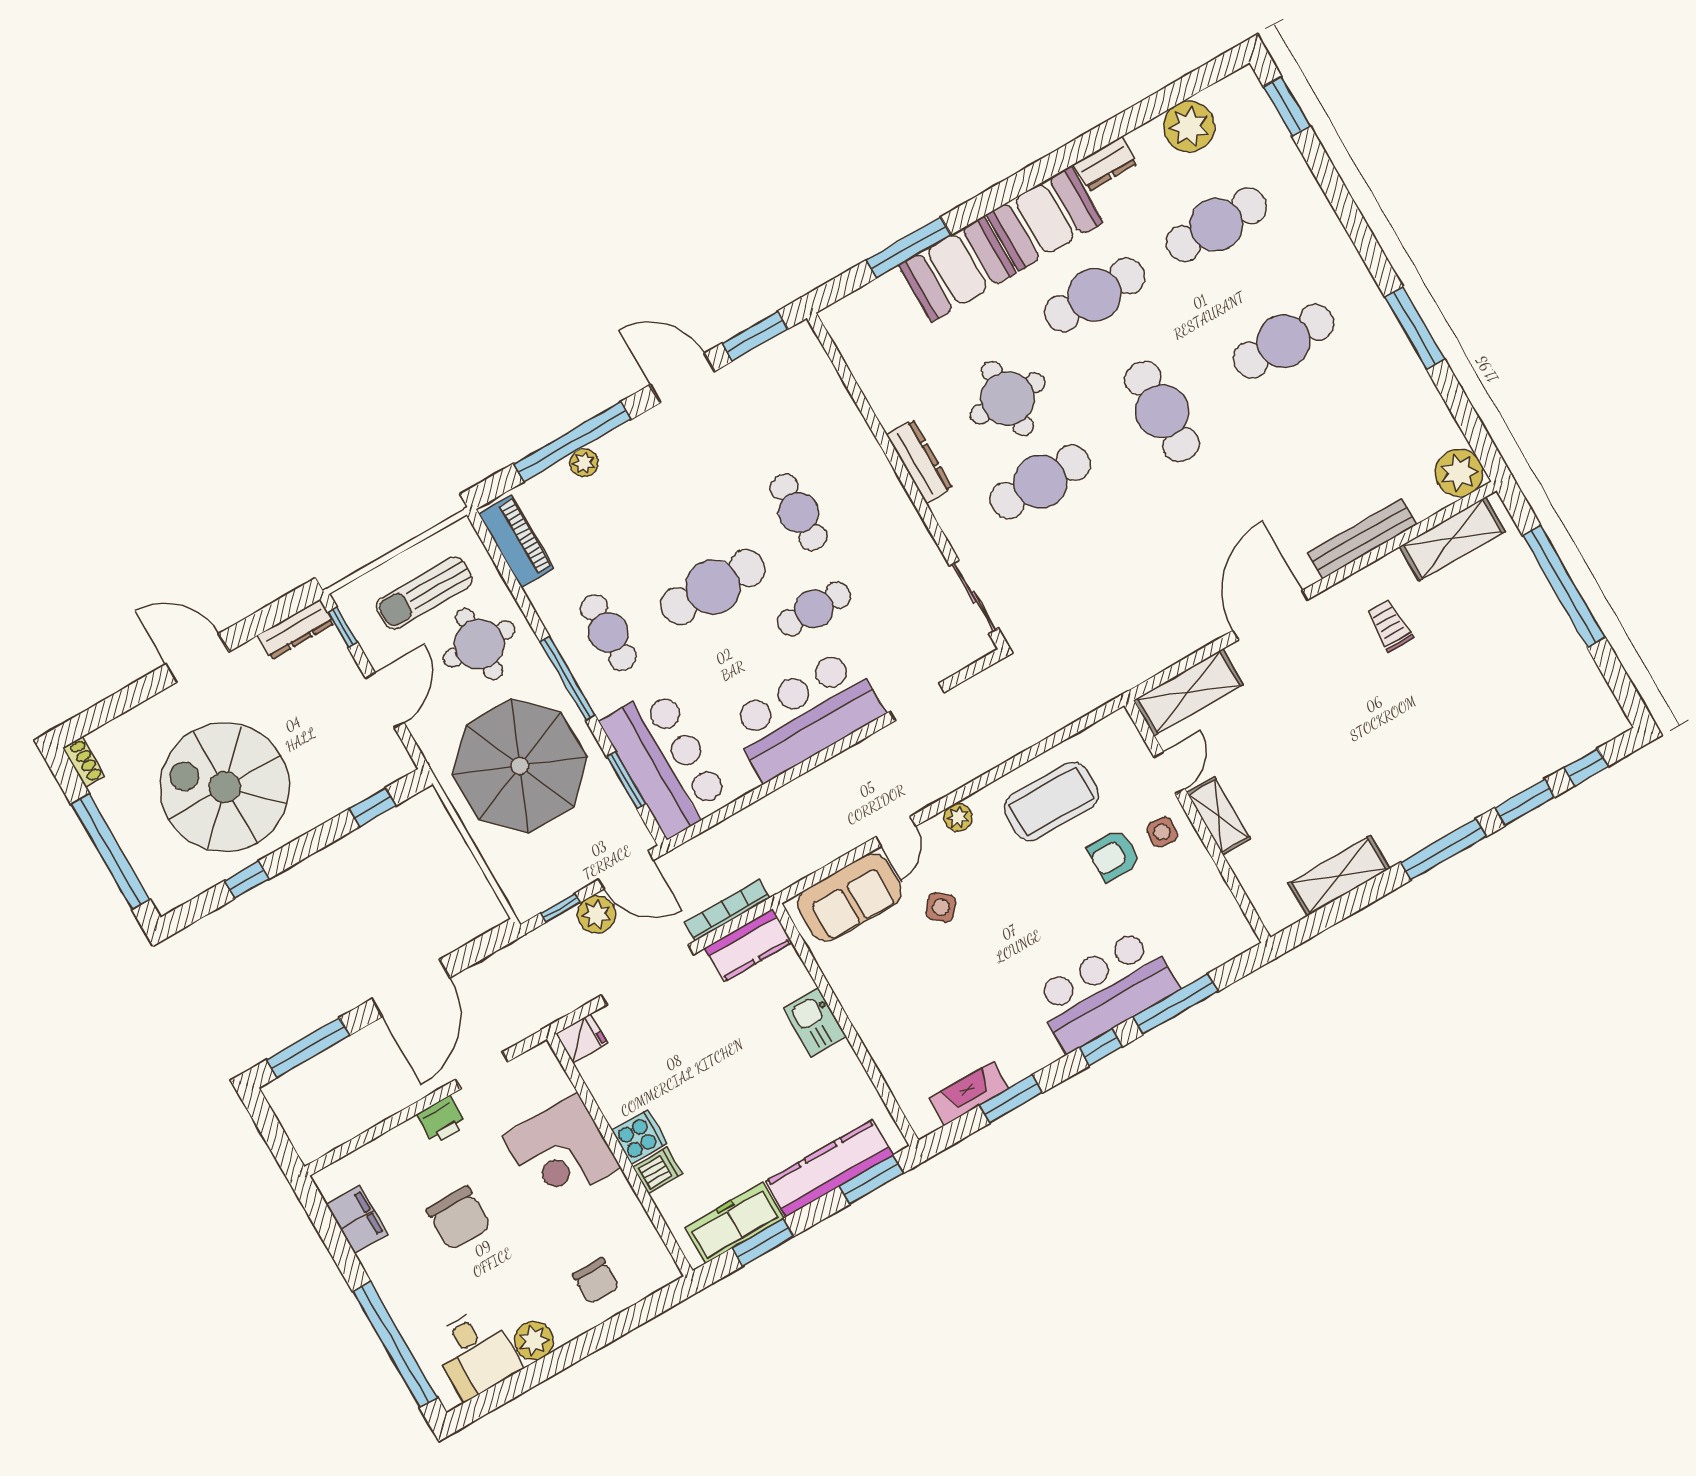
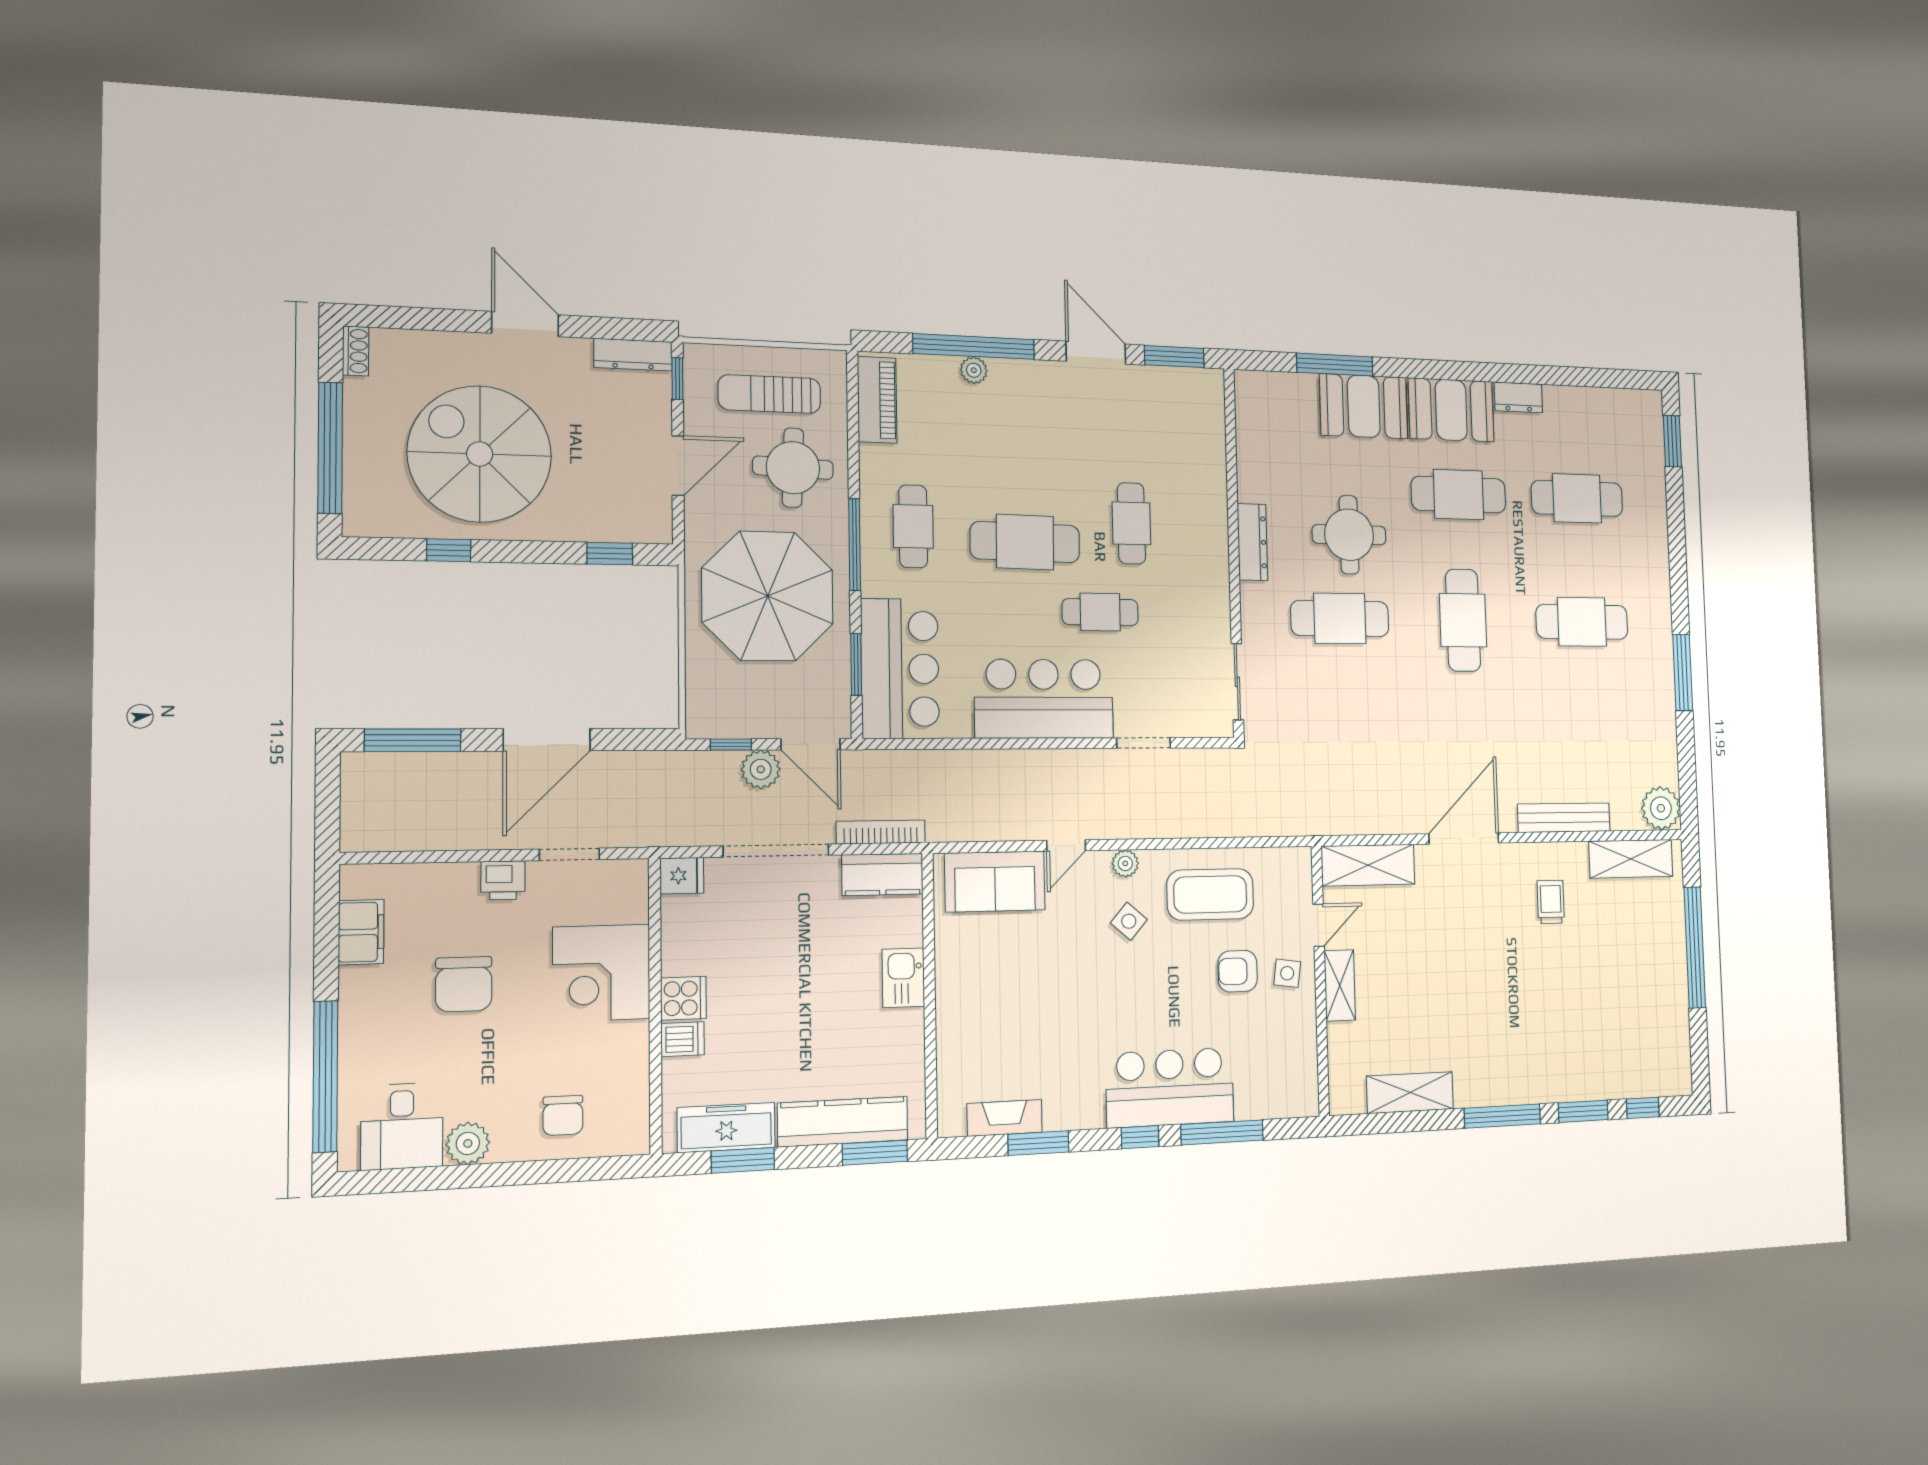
plant: (1189, 126) -> (1594, 410), removed
side table: (941, 907) -> (1129, 921), moved

